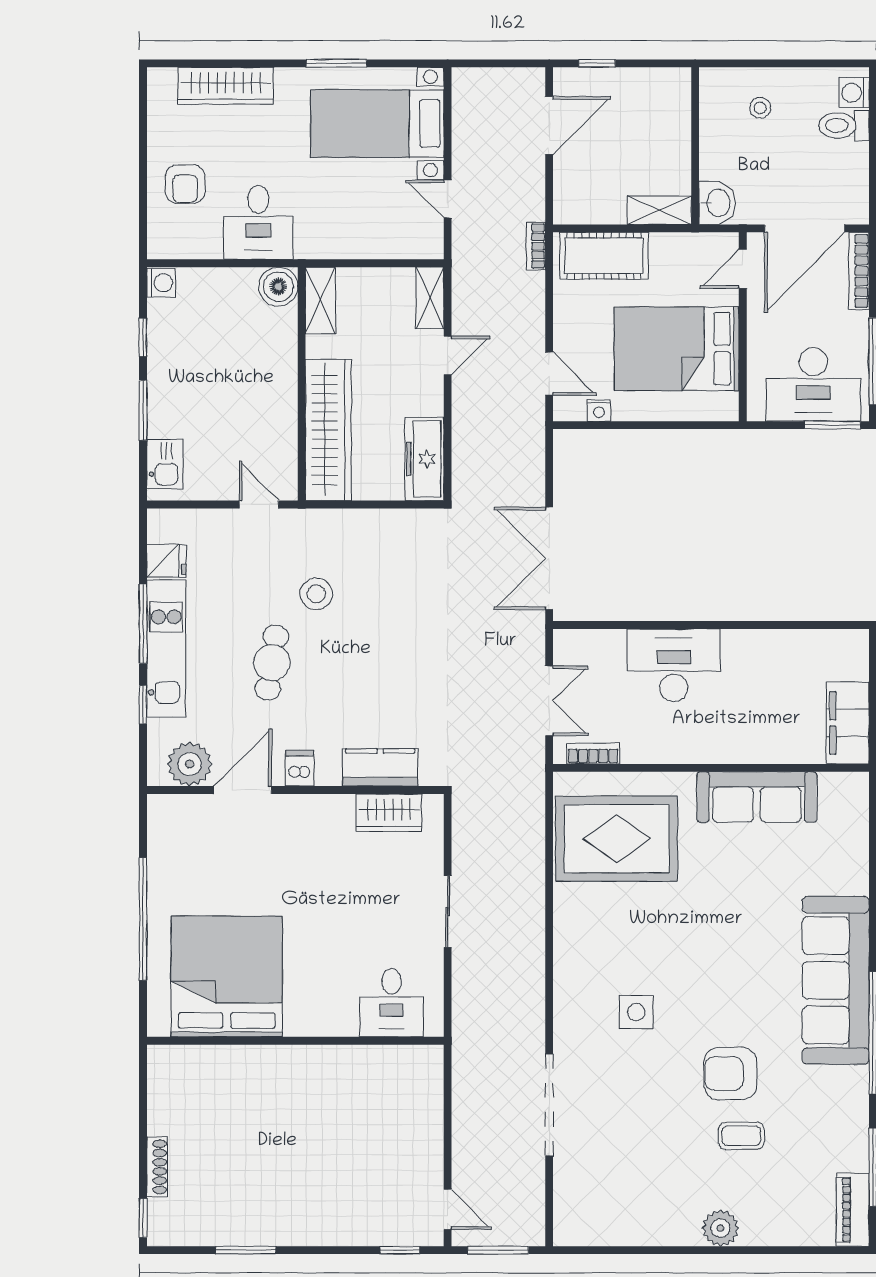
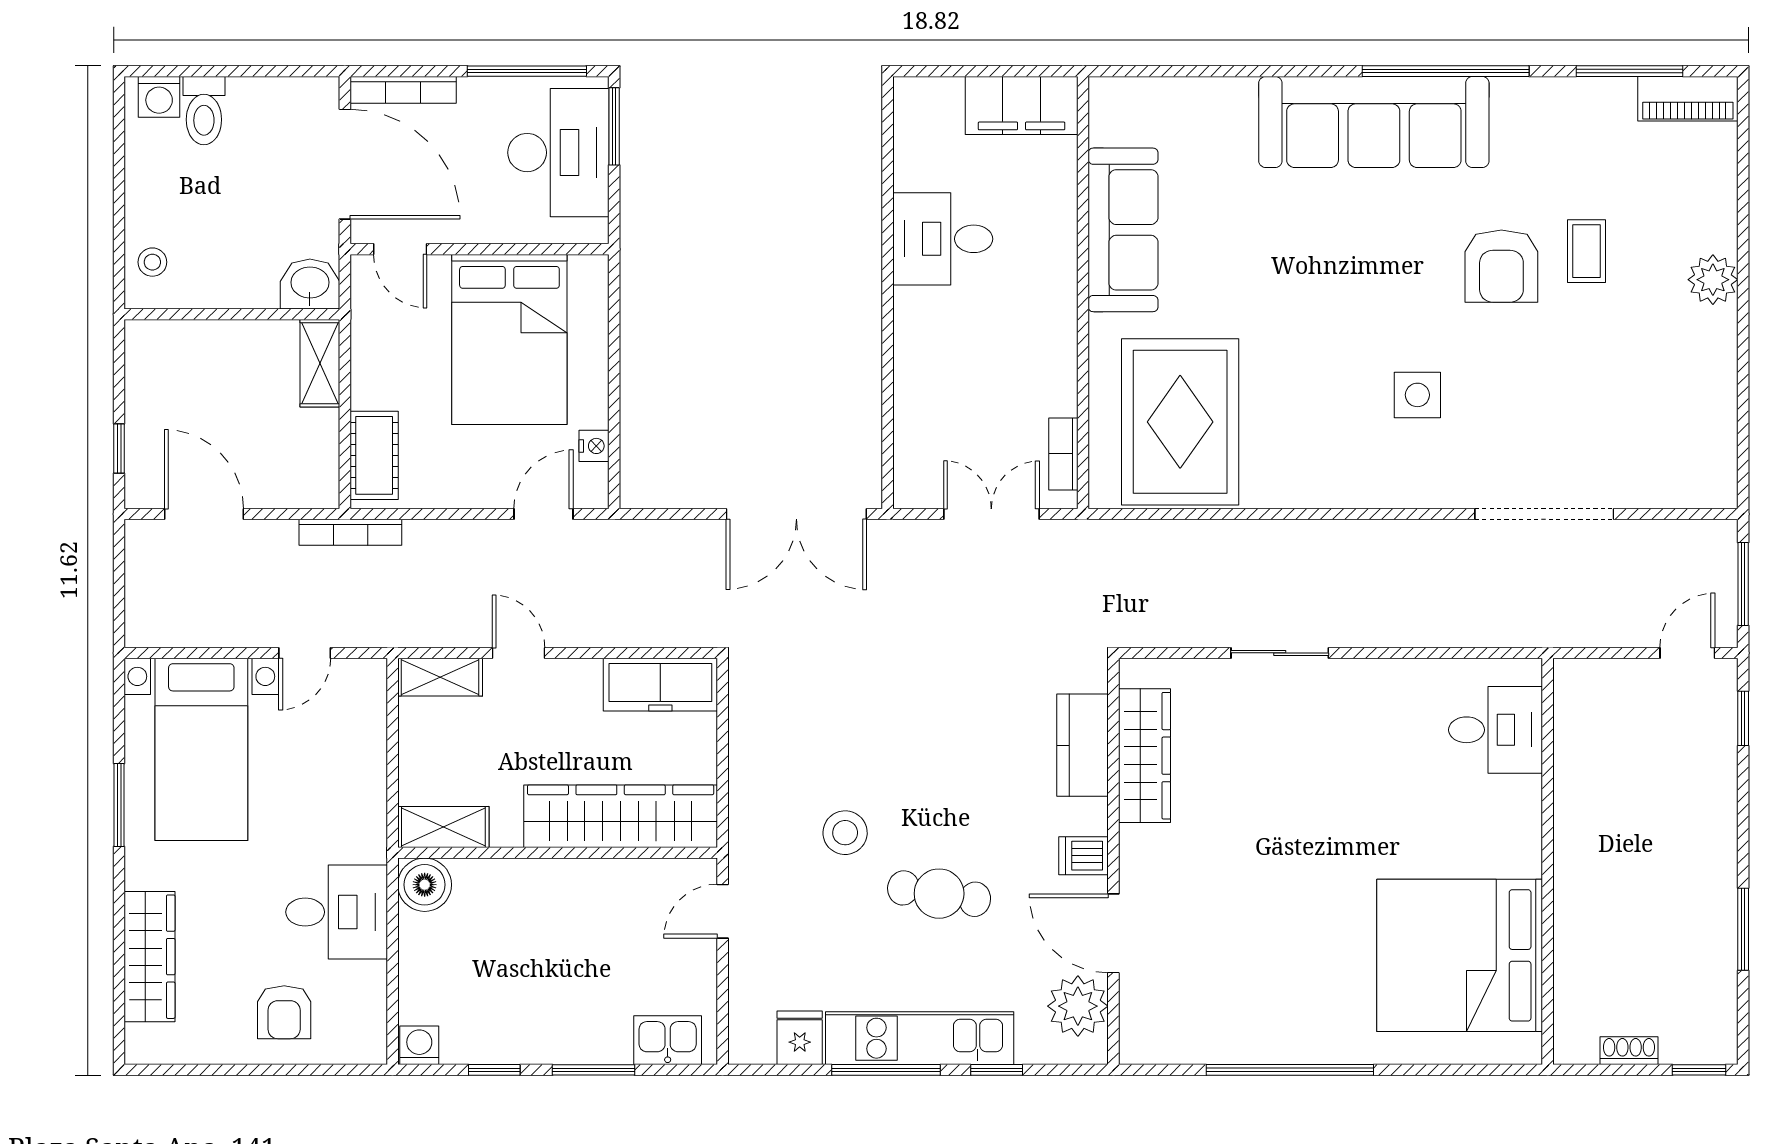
stool: (760, 108) -> (152, 262), moved
armchair: (185, 184) -> (284, 1012), turned 90
bookcase: (536, 246) -> (350, 532), width x1.56
cot: (604, 256) -> (374, 455), width x0.73, depth x0.75
desk: (674, 665) -> (943, 239), moved, width x0.73
wardrobe: (389, 813) -> (1145, 756), width x1.50
bed: (227, 976) -> (1460, 955), moved
desk: (391, 1003) -> (1496, 730), moved
wall: (295, 1041) -> (1548, 861), moved
shoe rack: (157, 1167) -> (1629, 1051), width x0.70

